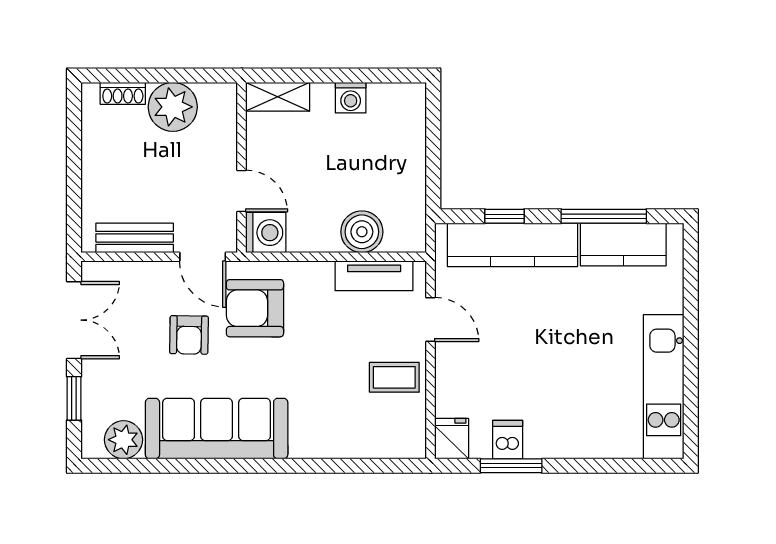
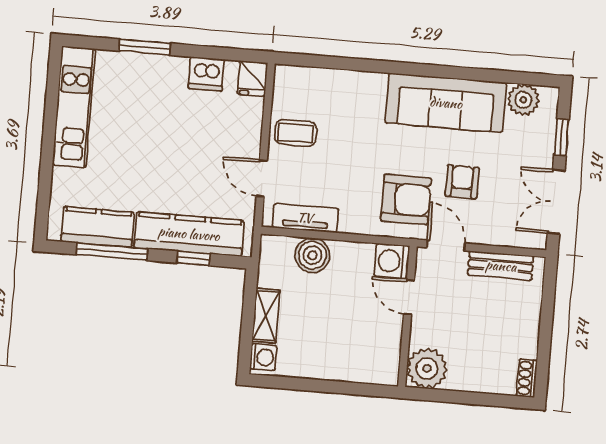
shoe rack: (123, 93) -> (527, 378), moved, turned -90
shelving: (278, 97) -> (266, 316), moved, turned 90
washing machine: (351, 98) -> (263, 357), moved, turned 90
plant: (173, 107) -> (427, 368), moved
dishwasher: (508, 440) -> (206, 74), width x1.38
window: (511, 466) -> (145, 47), moved

